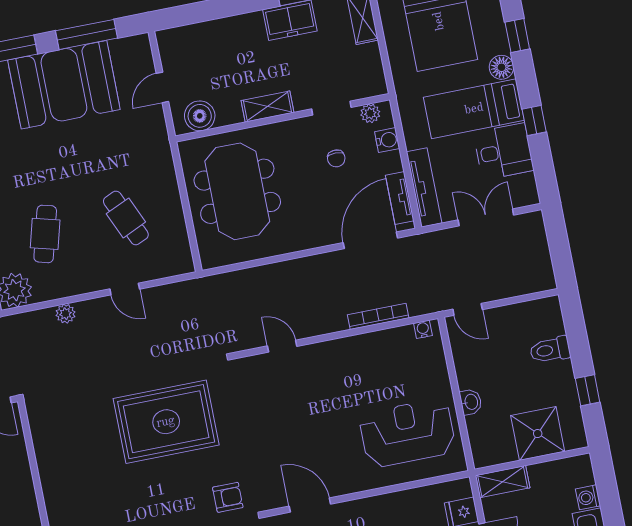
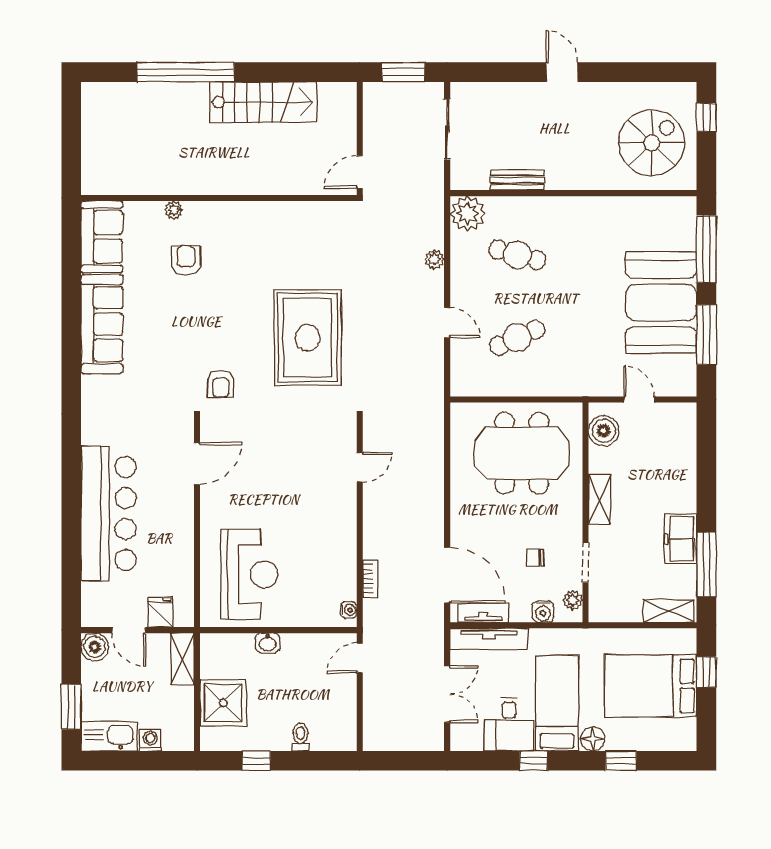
door: (125, 289) -> (447, 323), swing flipped
bookcase: (378, 316) -> (370, 579), width x0.64
toilet: (550, 350) -> (300, 737), width x0.73, depth x0.72

